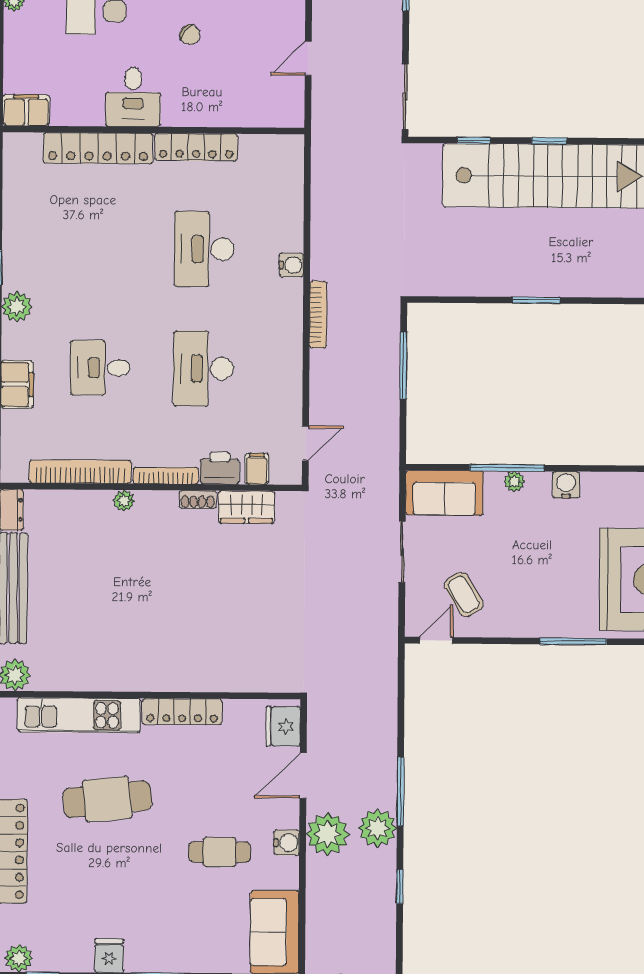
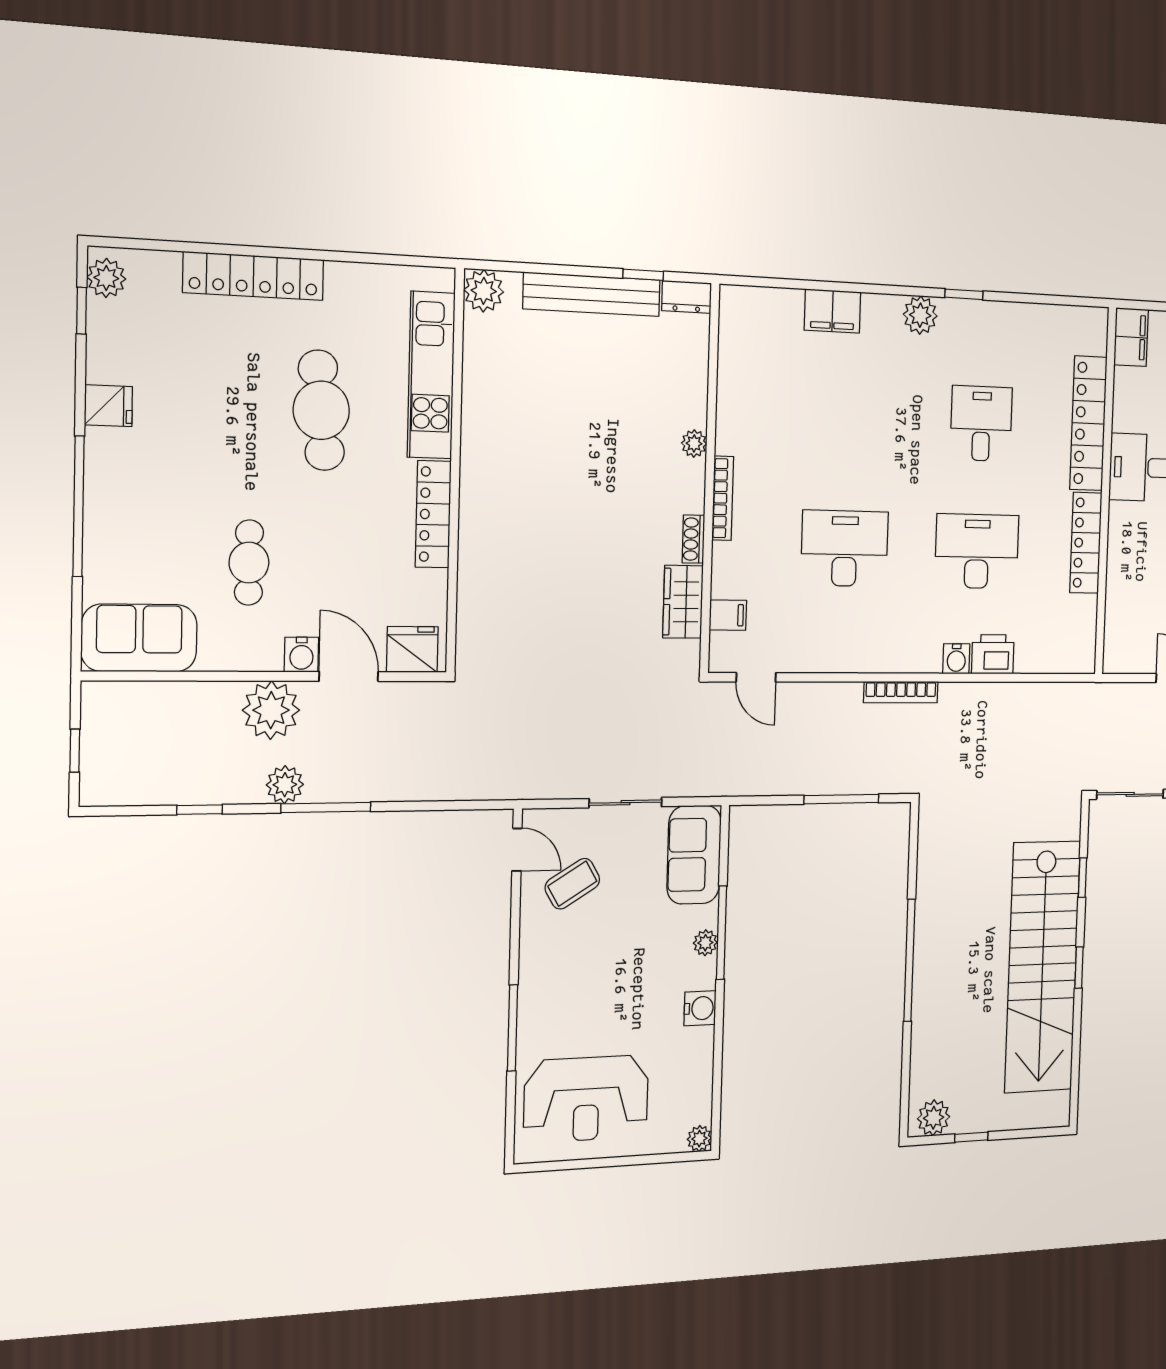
window: (536, 300) -> (909, 960), width x2.11
desk: (100, 368) -> (981, 424), moved
printer: (220, 468) -> (993, 654), moved, turned -90
bookcase: (80, 472) -> (730, 388), removed
plant: (378, 828) -> (285, 785), width x0.73, depth x0.73
water cooler: (287, 843) -> (301, 655), moved

